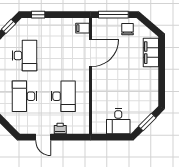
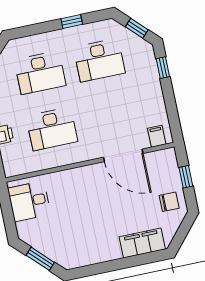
window: (113, 15) -> (186, 177), width x0.46
desk: (24, 96) -> (40, 73), turned 180
desk: (118, 121) -> (29, 201), moved

